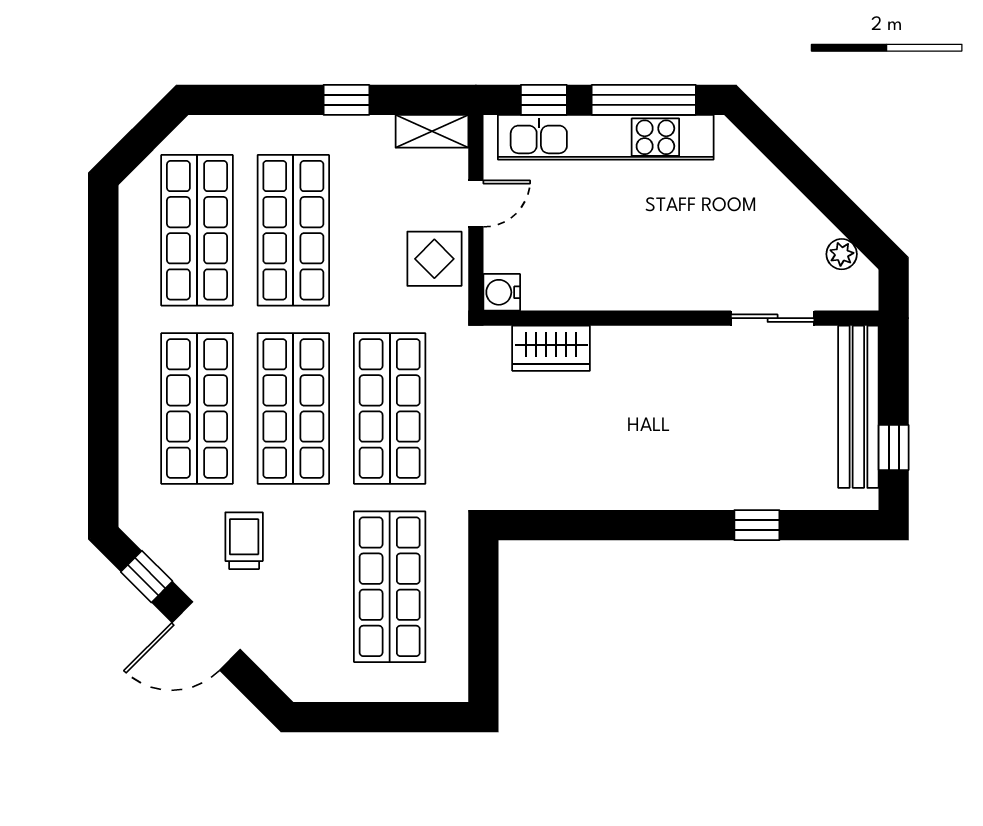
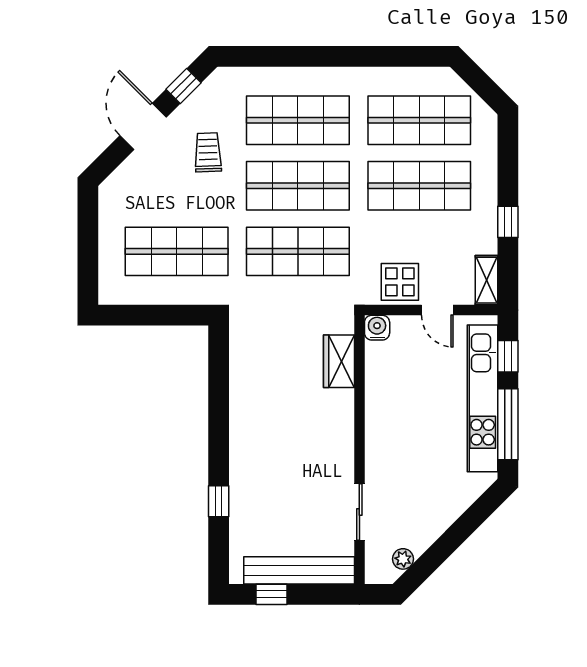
trolley: (244, 541) -> (208, 152), turned -92

